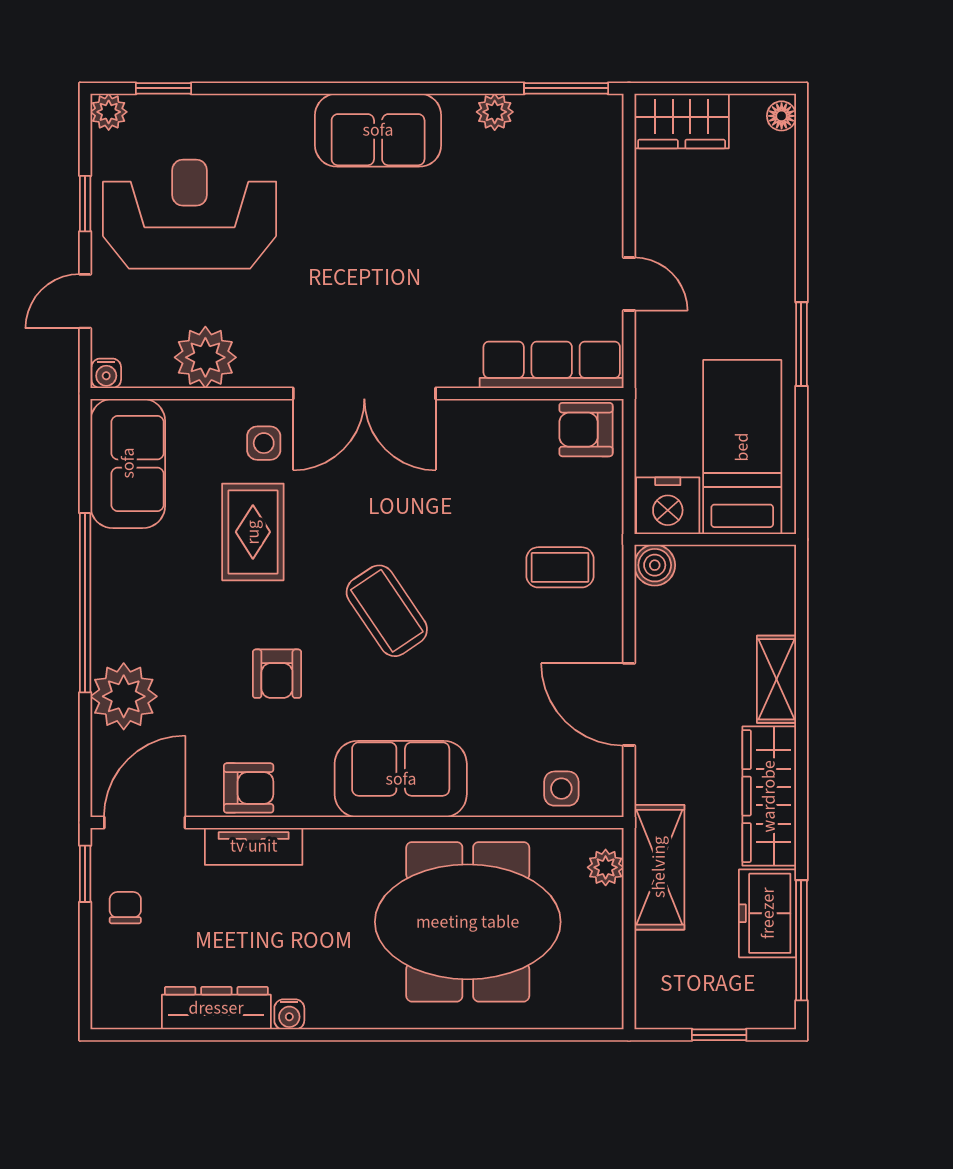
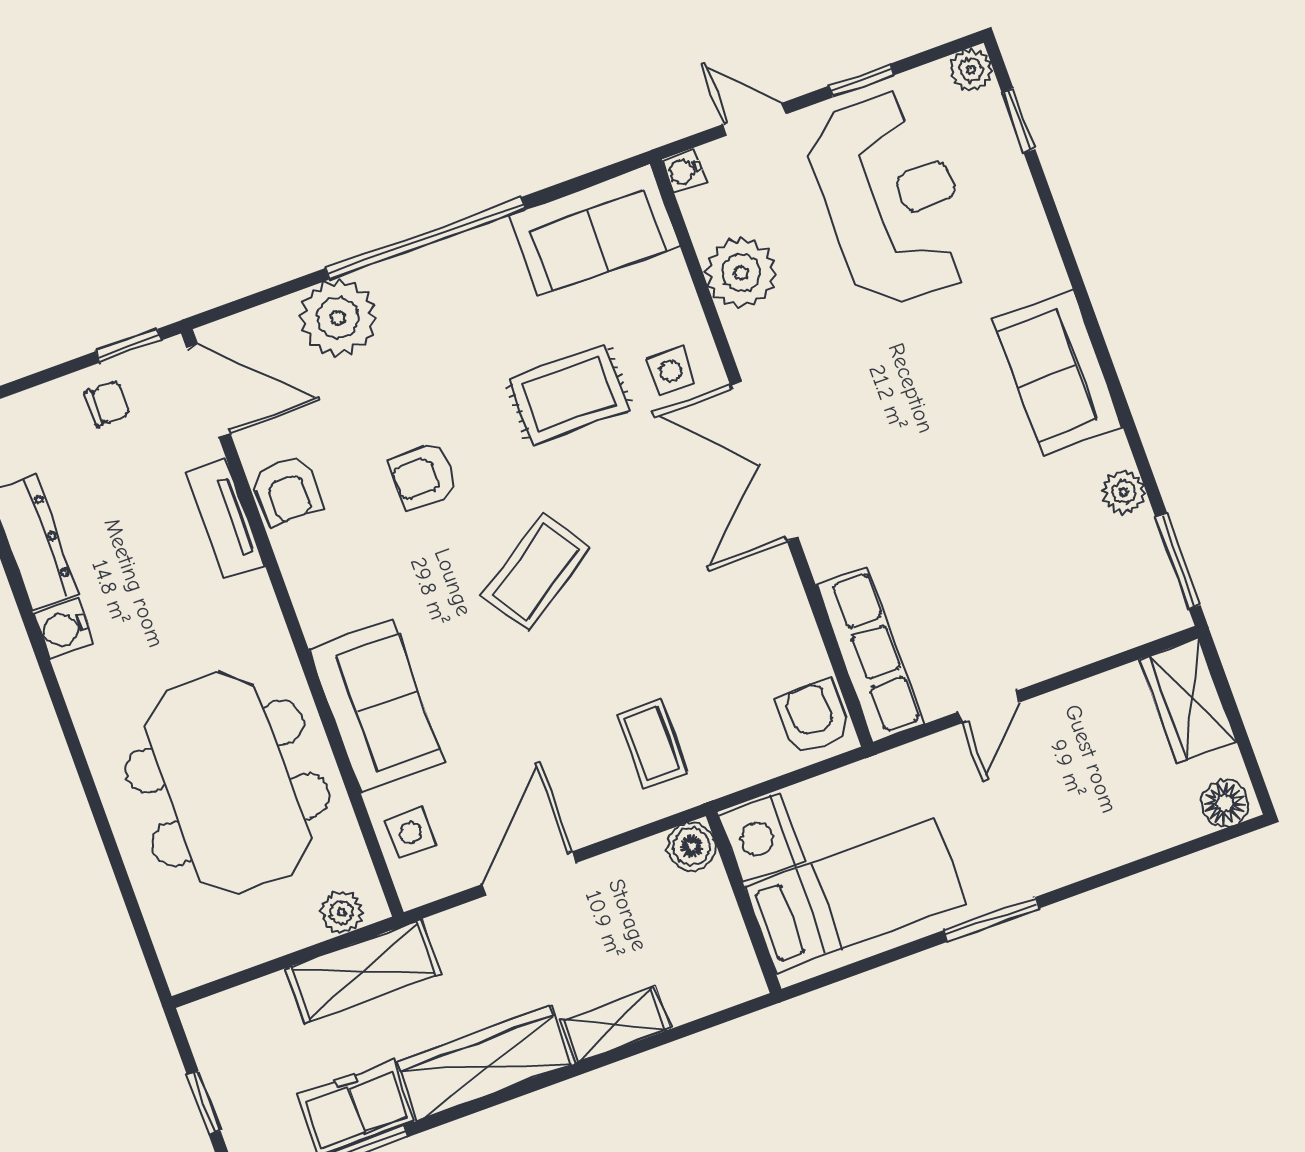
floor lamp: (782, 116) -> (1225, 803), width x1.37, depth x1.37
sofa: (401, 779) -> (377, 706), moved
water cooler: (289, 1014) -> (64, 629), width x1.38, depth x1.38

